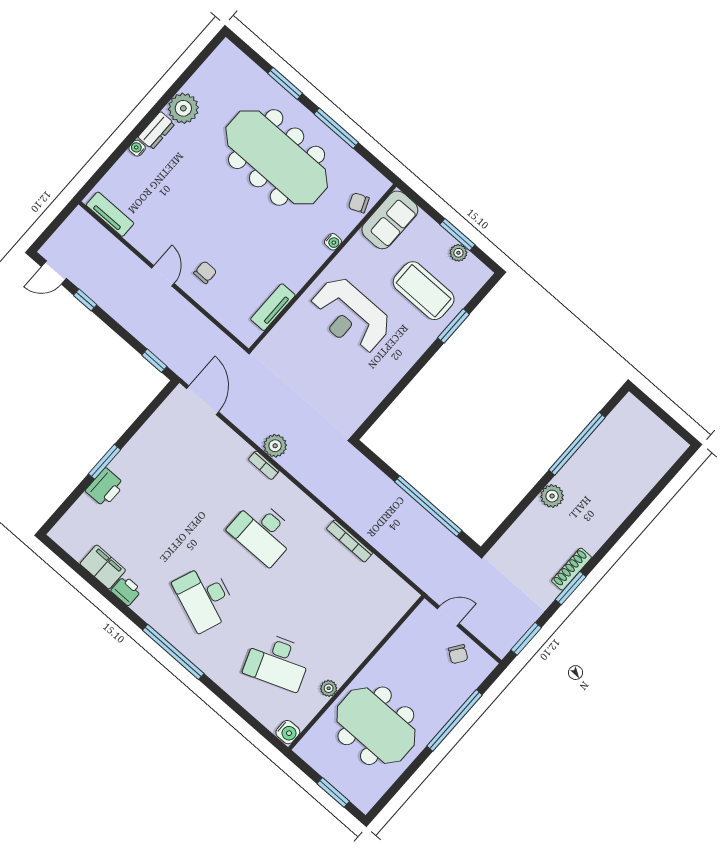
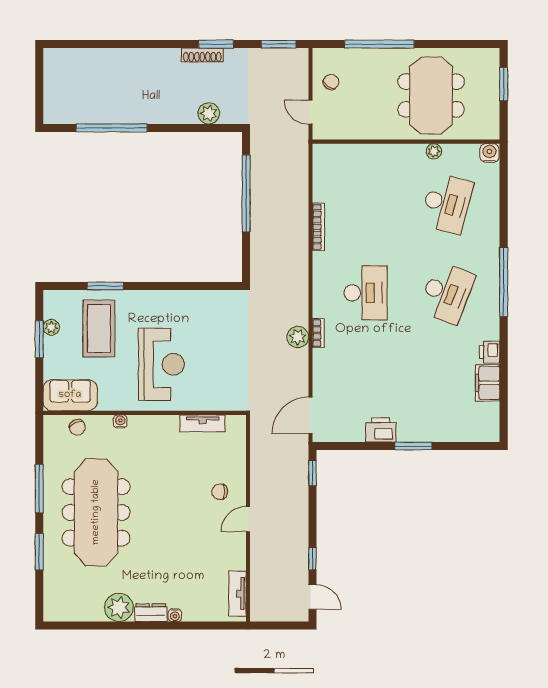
printer: (105, 488) -> (381, 430), moved
plant: (552, 496) -> (209, 113), moved
desk: (277, 661) -> (447, 203), turned 36

